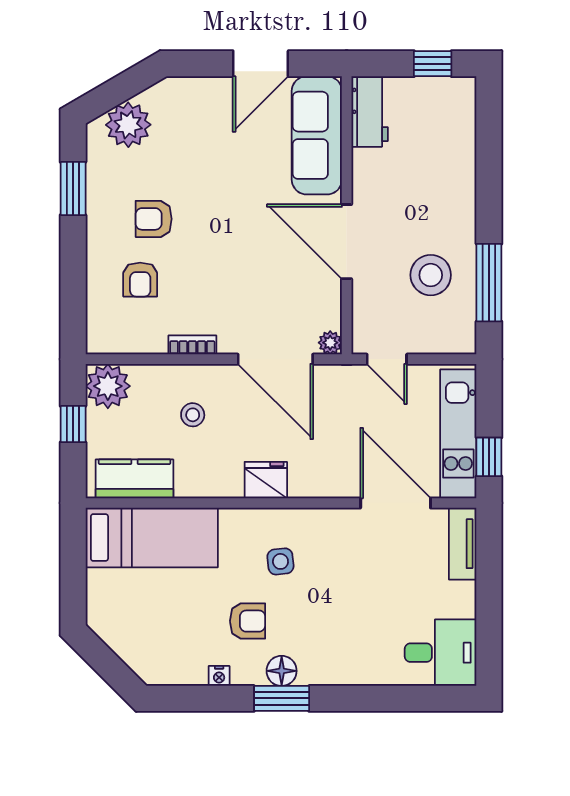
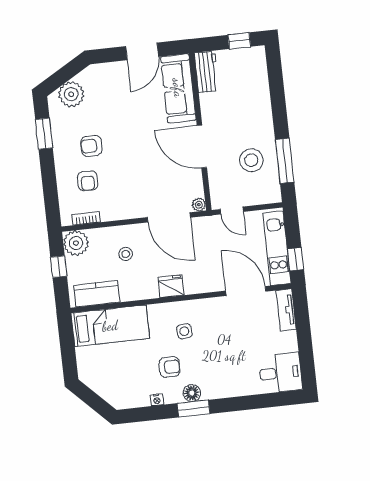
bookcase: (192, 345) -> (86, 218), moved

